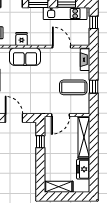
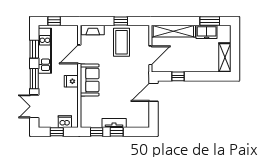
fridge: (22, 39) -> (71, 81), moved
sofa: (25, 57) -> (90, 80), moved
door: (61, 115) -> (150, 55), hinge flipped
door: (14, 118) -> (153, 92), moved
window: (94, 172) -> (210, 21), added

